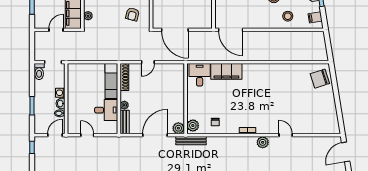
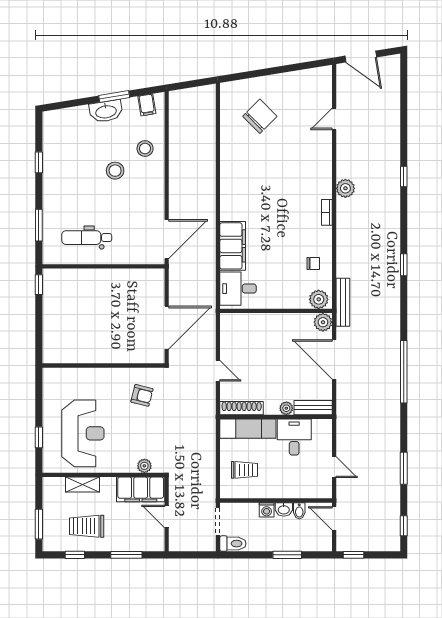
trolley: (85, 79) -> (244, 470), added
chair: (320, 79) -> (260, 116), moved, turned -117
door: (87, 135) -> (334, 467), swing flipped
door: (286, 135) -> (334, 119), moved

